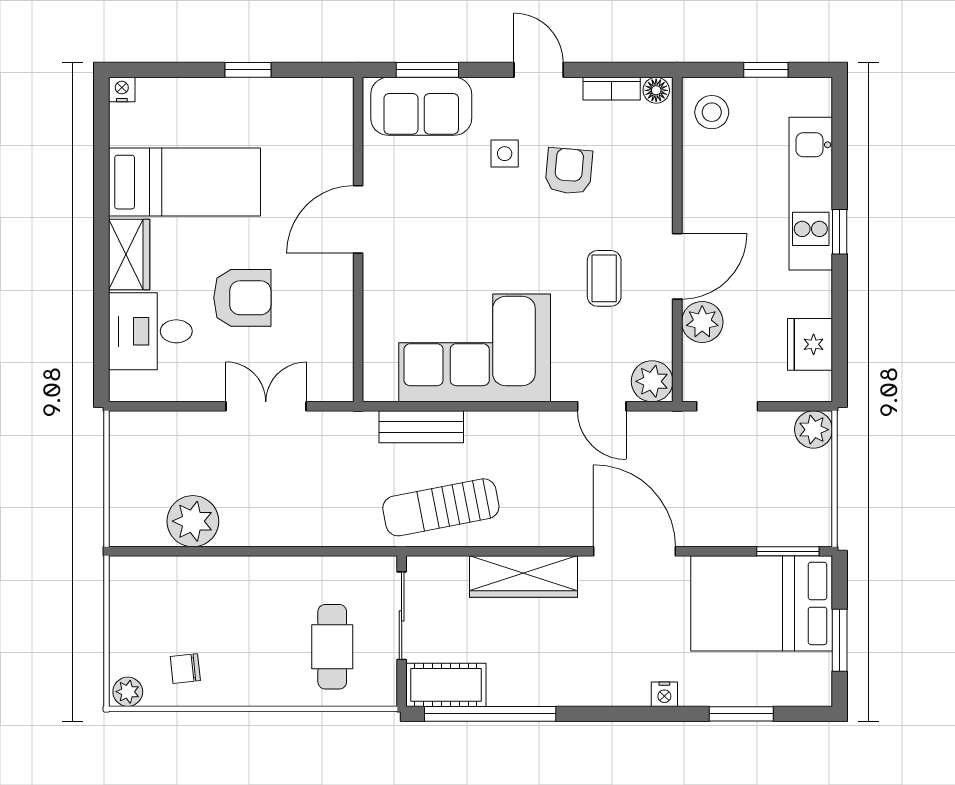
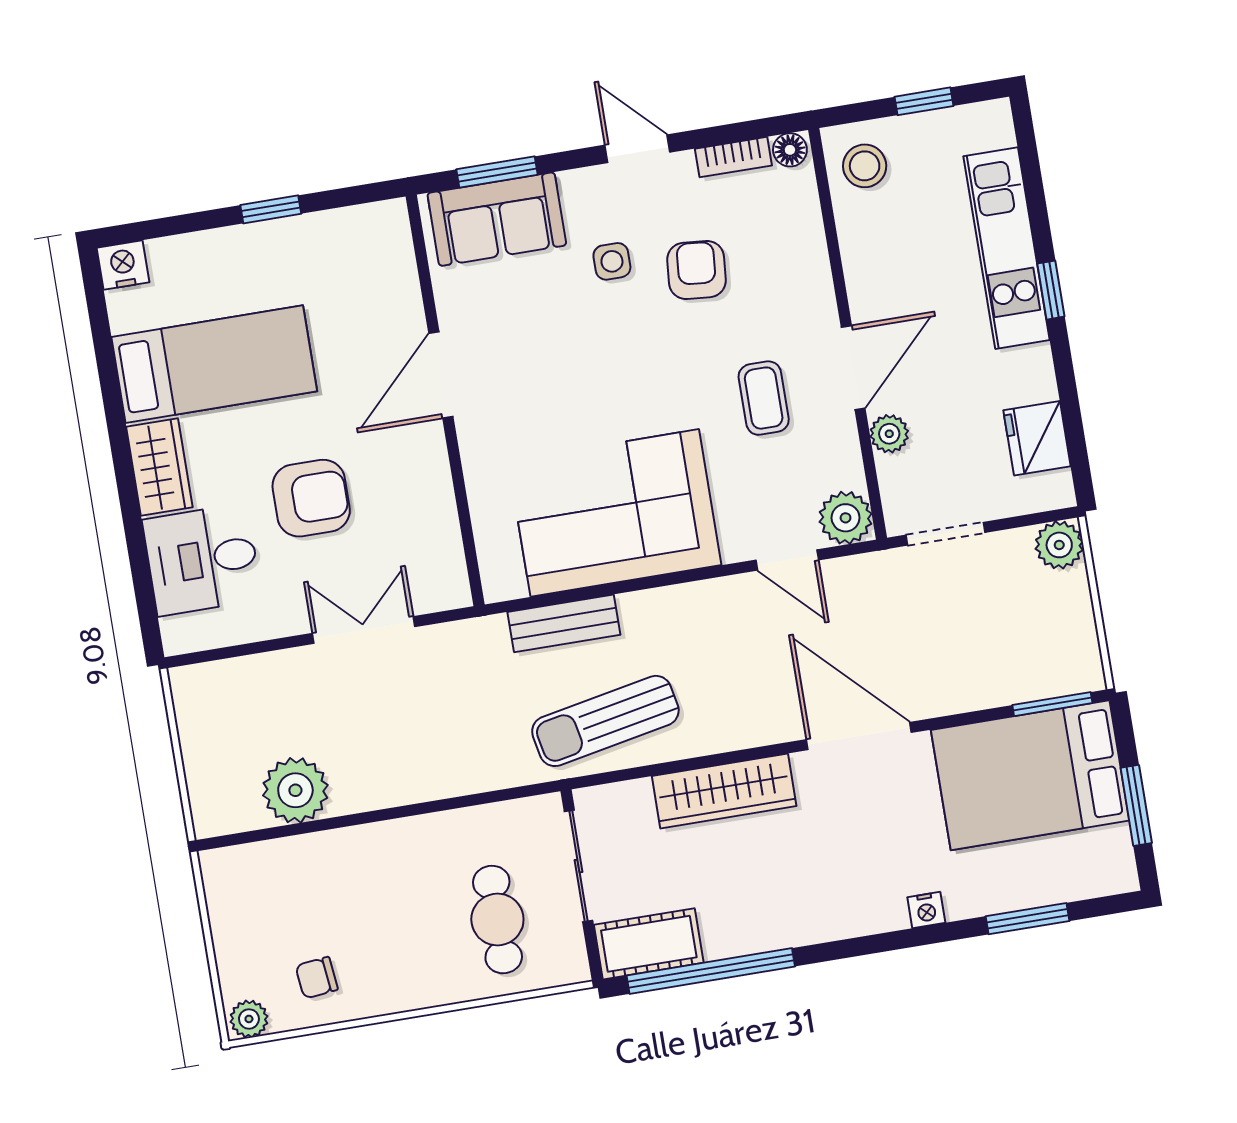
nightstand: (122, 90) -> (123, 265), width x1.39, depth x1.35
plant: (702, 322) -> (889, 434), width x0.73, depth x0.73

